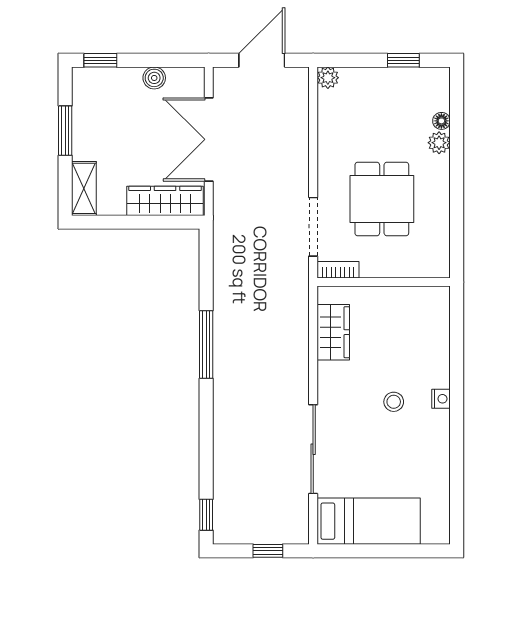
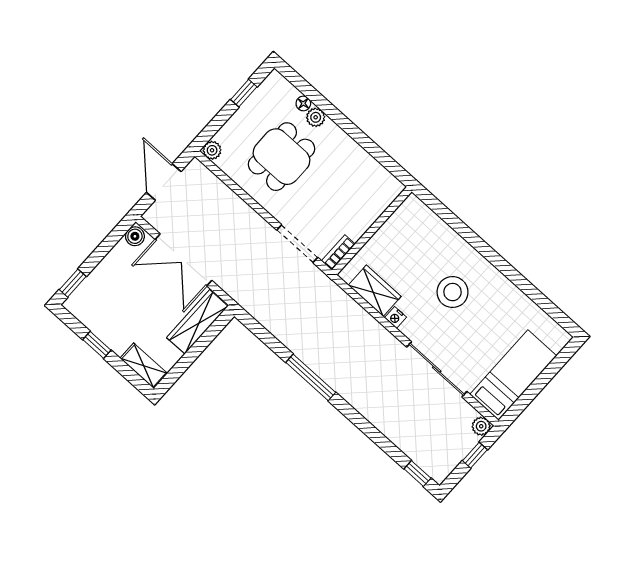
boiler: (154, 78) -> (135, 236), moved
window: (65, 131) -> (97, 345), width x0.67
dining table: (382, 199) -> (282, 157), moved, turned 90
nightstand: (441, 399) -> (396, 317), moved, turned 180
stool: (394, 402) -> (453, 292), width x1.89, depth x1.89
plant: (298, 533) -> (481, 426), added

